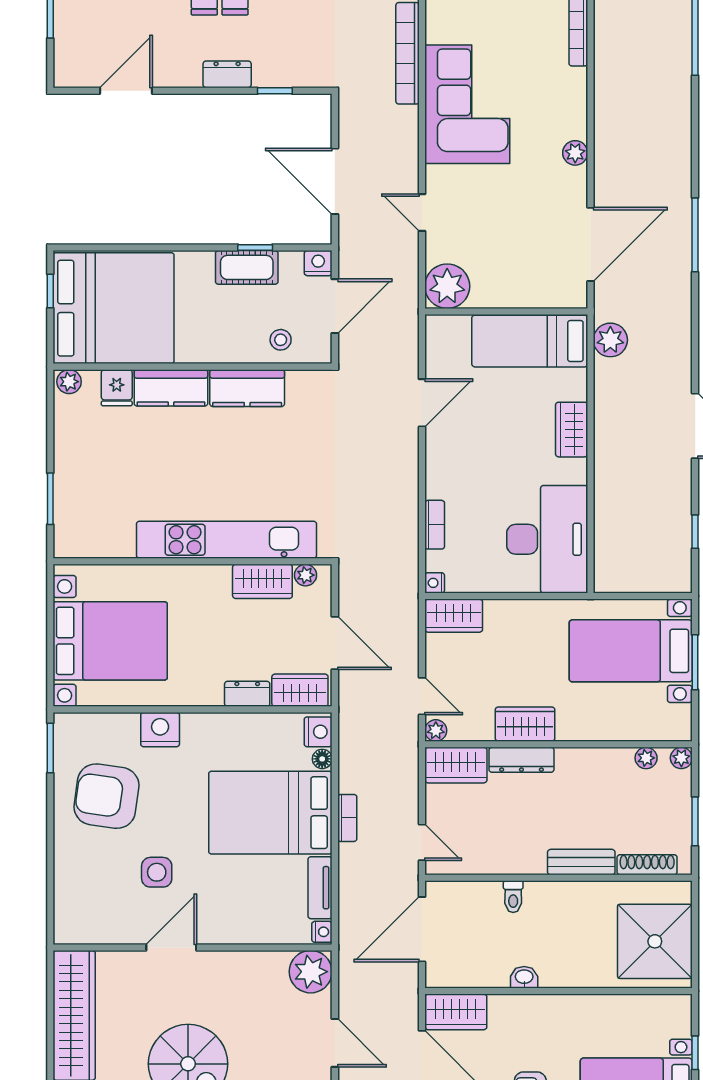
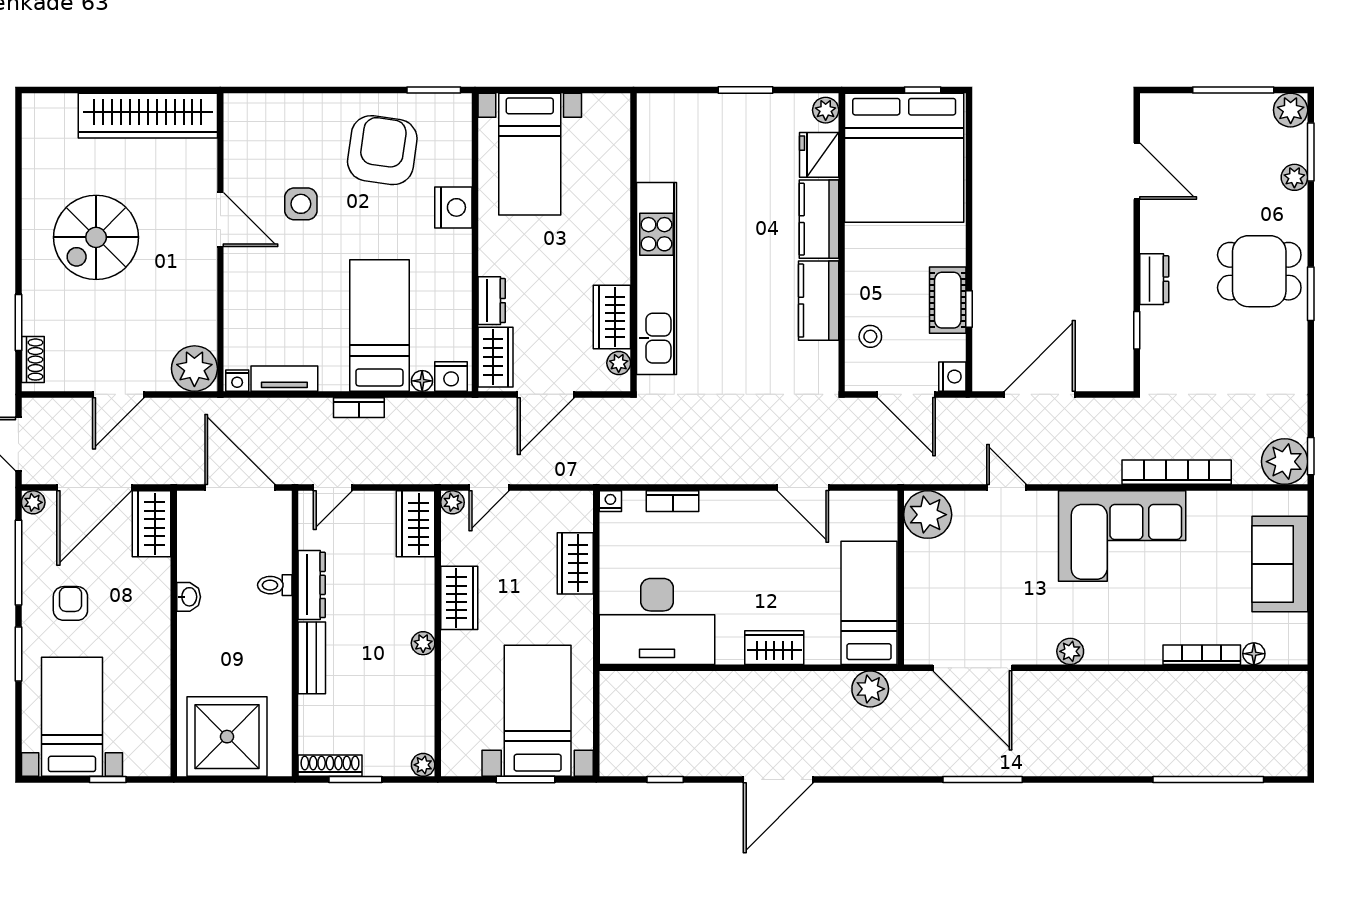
door: (422, 212) -> (1006, 488), hinge flipped
fridge: (117, 388) -> (819, 155), width x1.38
window: (50, 499) -> (746, 90), moved
wardrobe: (454, 616) -> (575, 563), moved
bed with nightstands: (110, 641) -> (530, 154), width x0.73
plant: (646, 758) -> (423, 643), moved
dresser: (521, 760) -> (312, 585), moved, turned 180
bed: (270, 813) -> (379, 325), width x0.67
shoe rack: (647, 865) -> (330, 766), moved, turned -90

